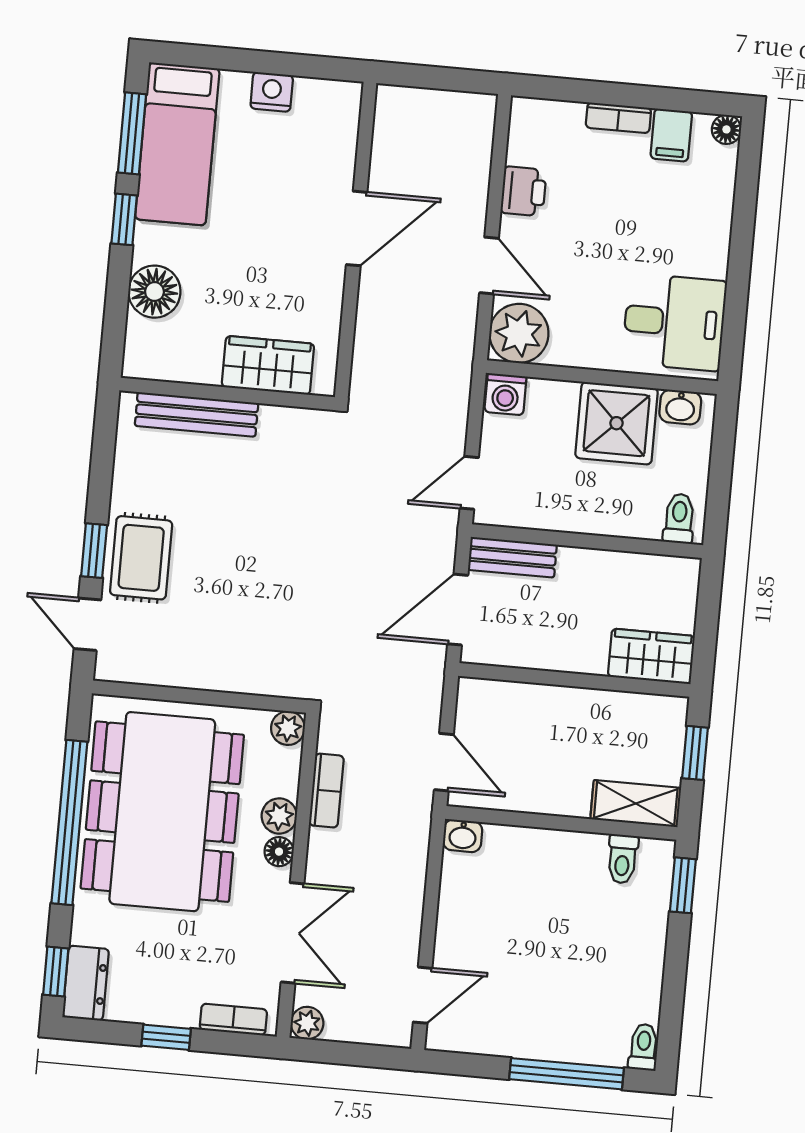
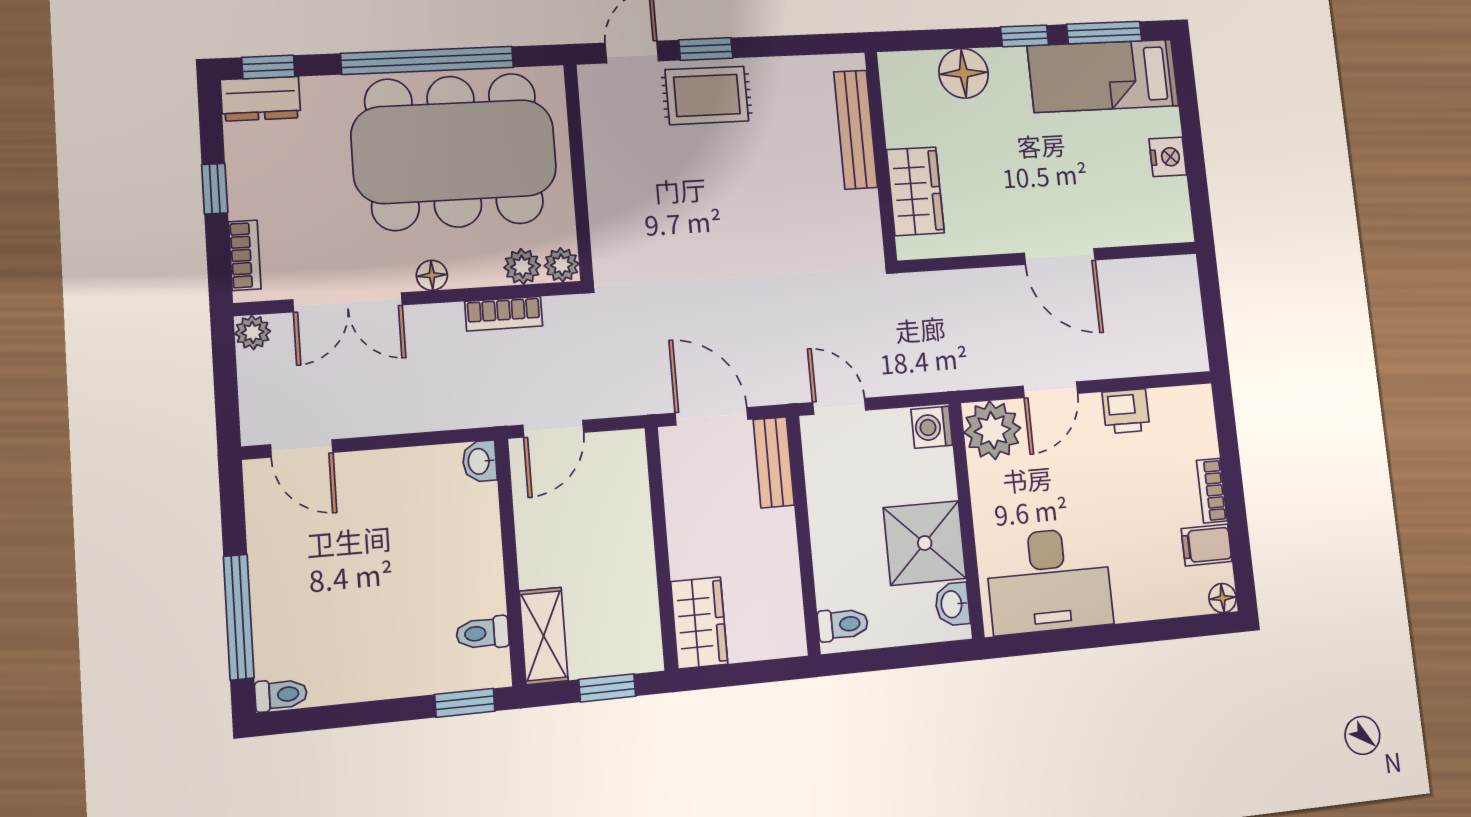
desk: (674, 322) -> (1049, 581), width x1.37
plant: (279, 816) -> (522, 267), moved

